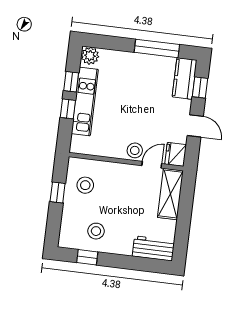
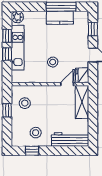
kitchen counter: (185, 78) -> (60, 18), moved, turned -90
stool: (135, 150) -> (53, 62), moved
workbench: (153, 248) -> (70, 139), width x1.38

